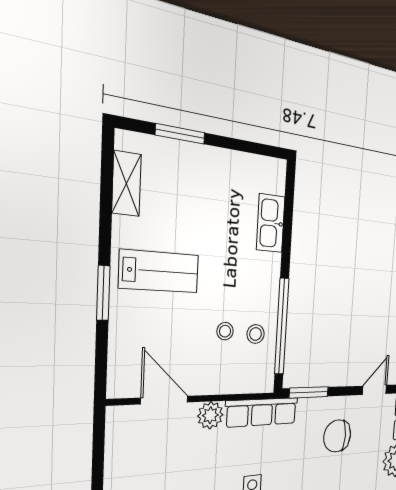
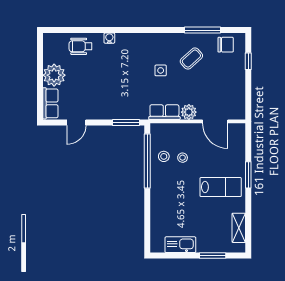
kitchen sink: (271, 223) -> (180, 245), moved, turned -90
lab bench: (159, 271) -> (221, 187), turned 180
row of seats: (262, 412) -> (164, 112), width x0.68
chair: (337, 436) -> (103, 95), removed

